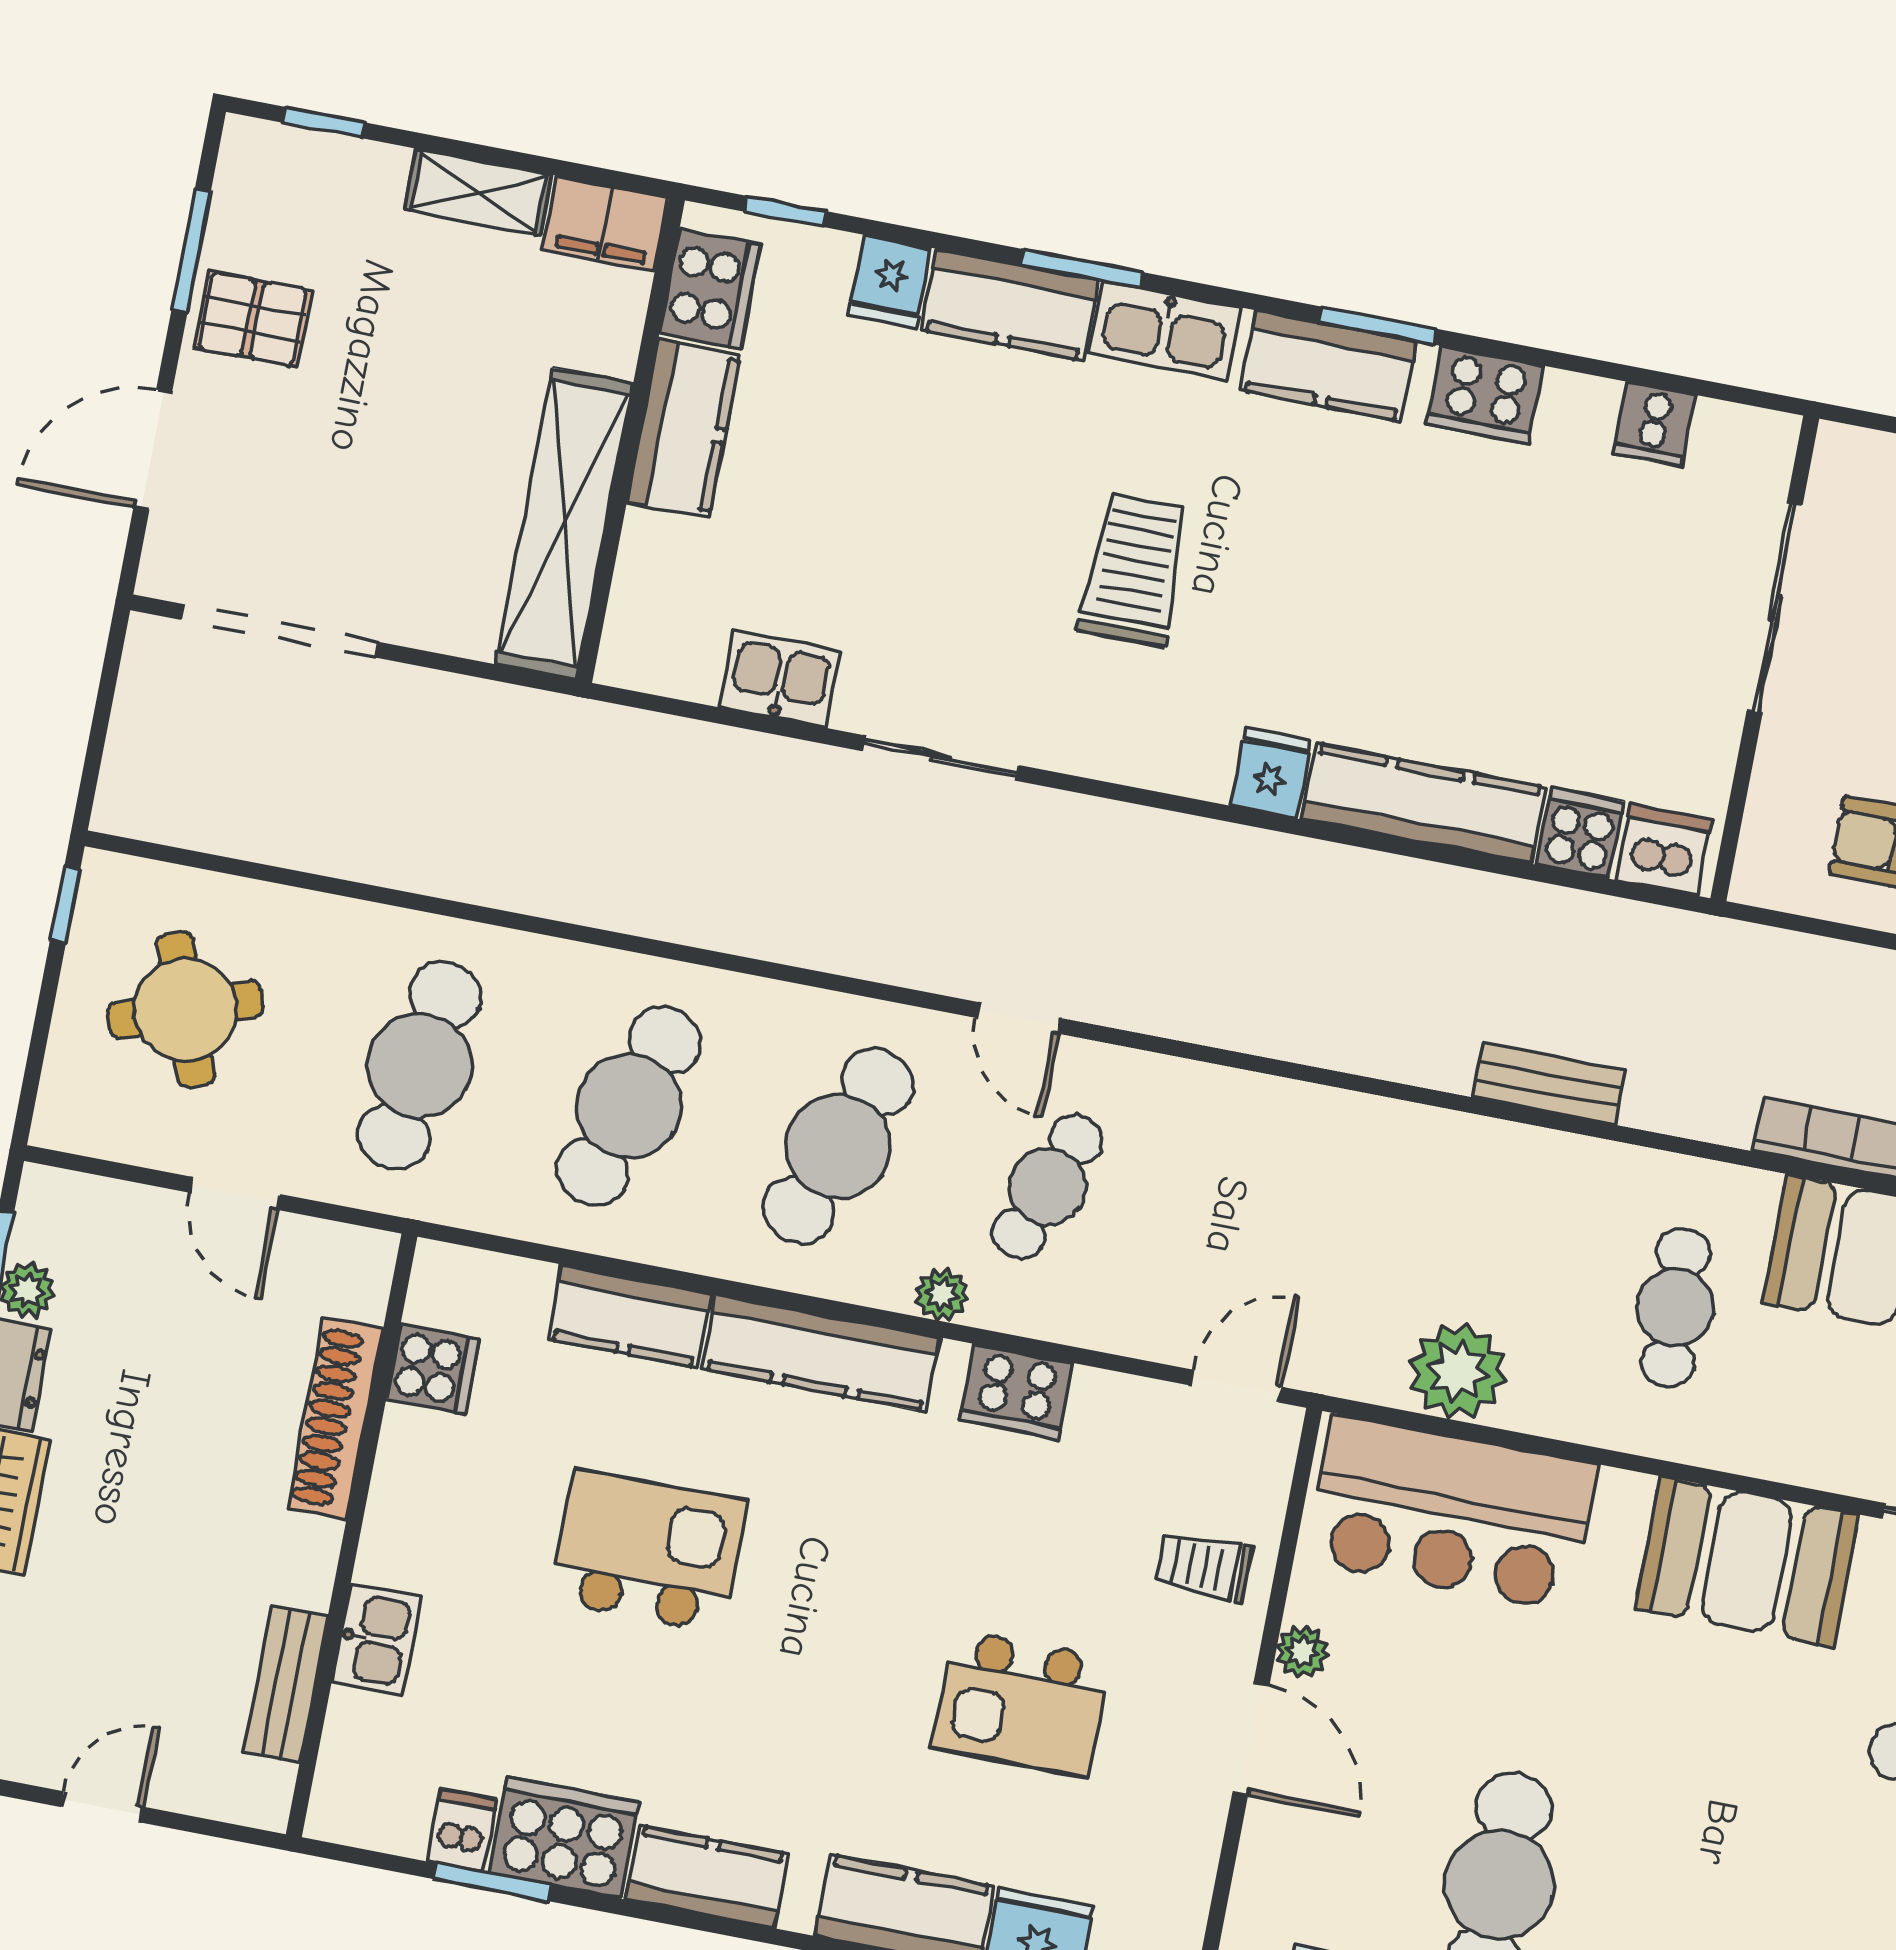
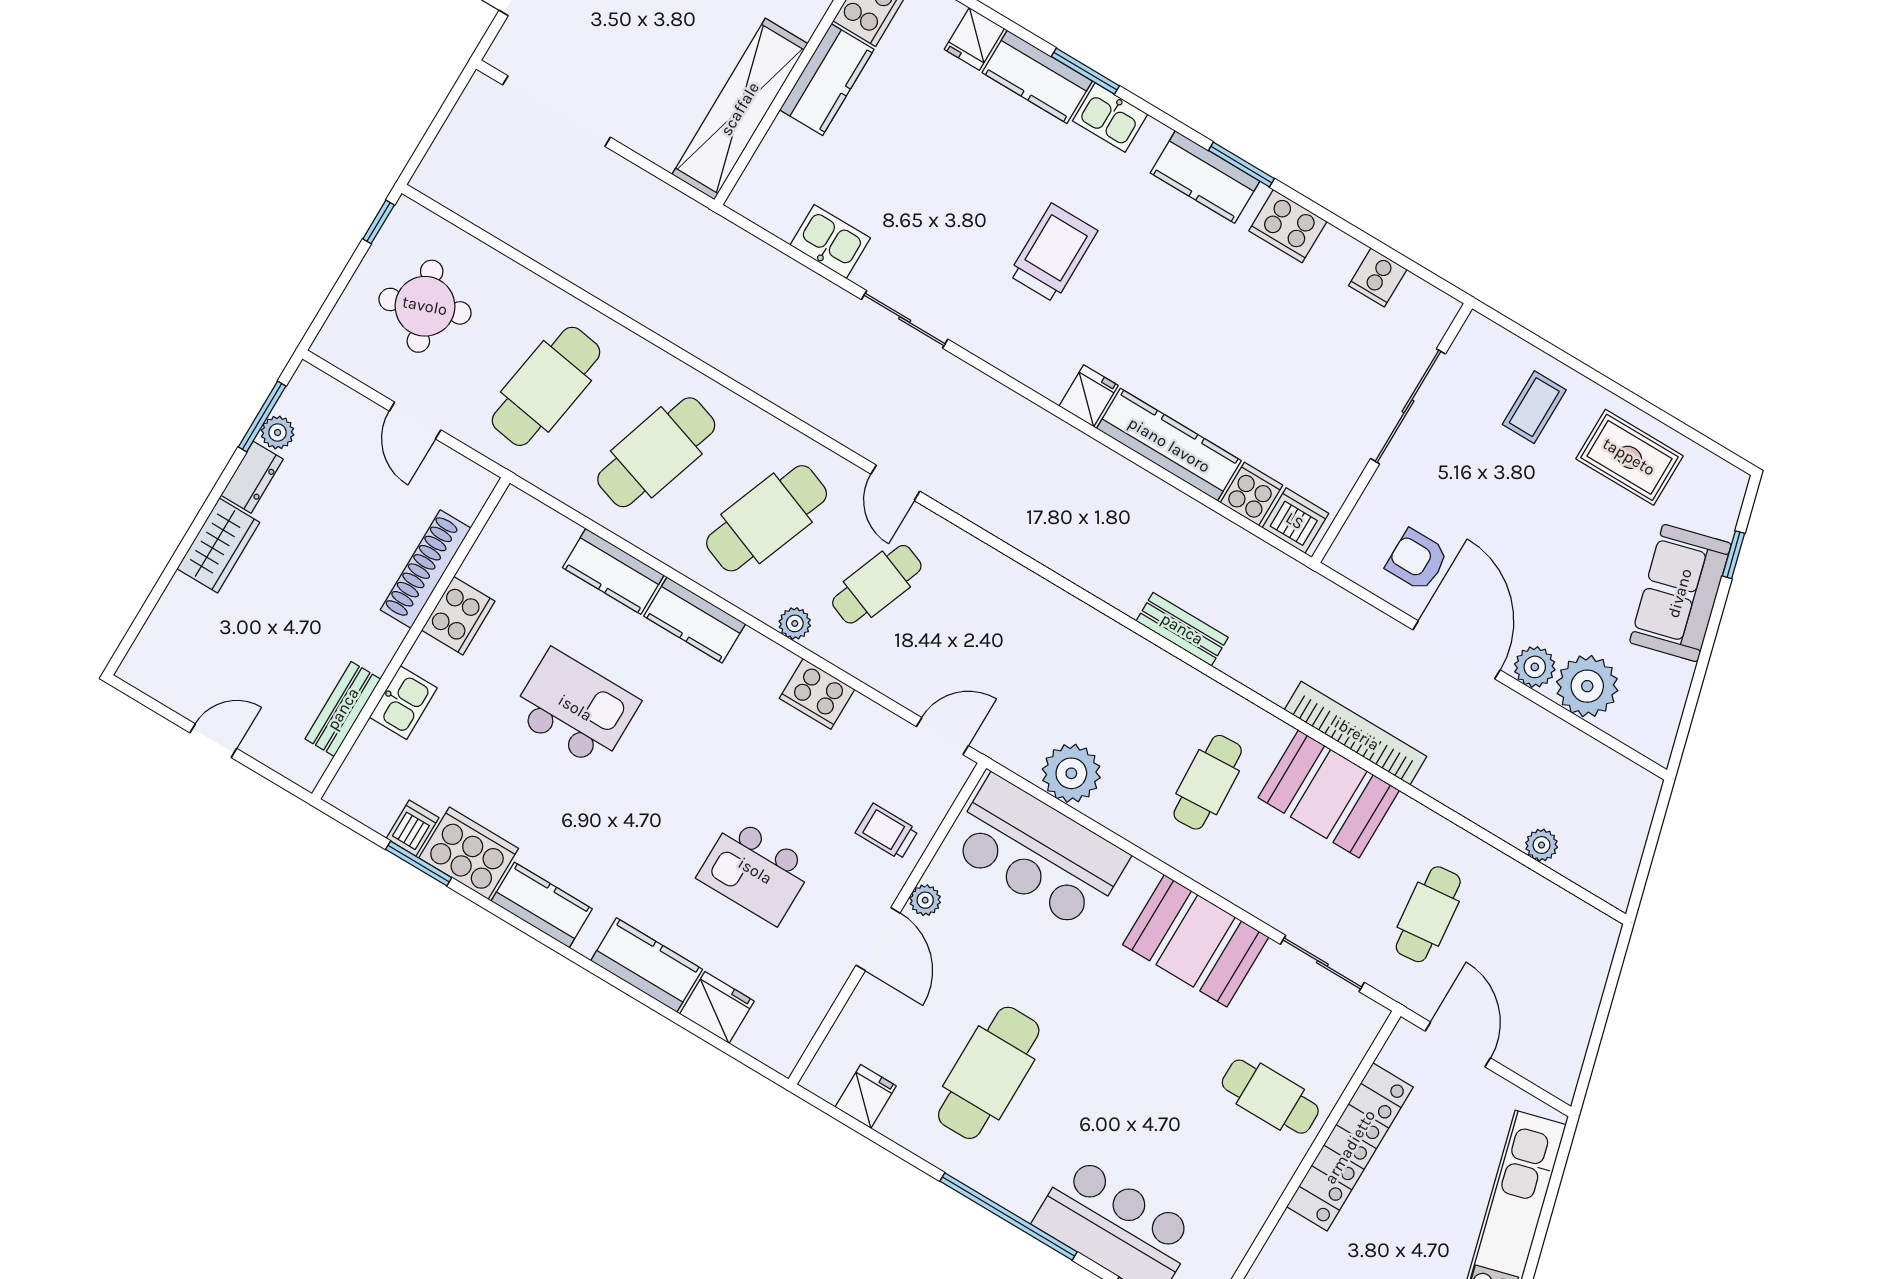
kitchen sink: (1165, 330) -> (1110, 118), width x0.73
kitchen counter: (821, 1353) -> (695, 620), width x0.67
cooker: (433, 1369) -> (458, 616), moved, width x1.36

